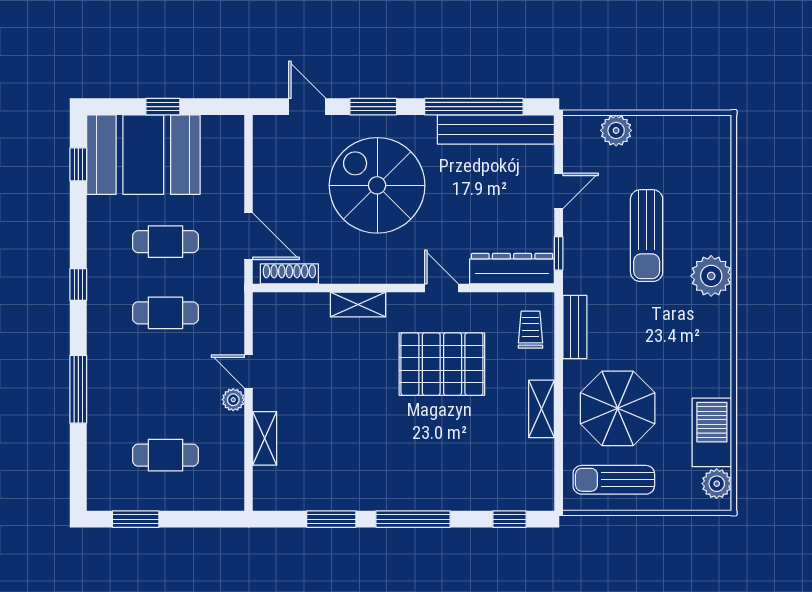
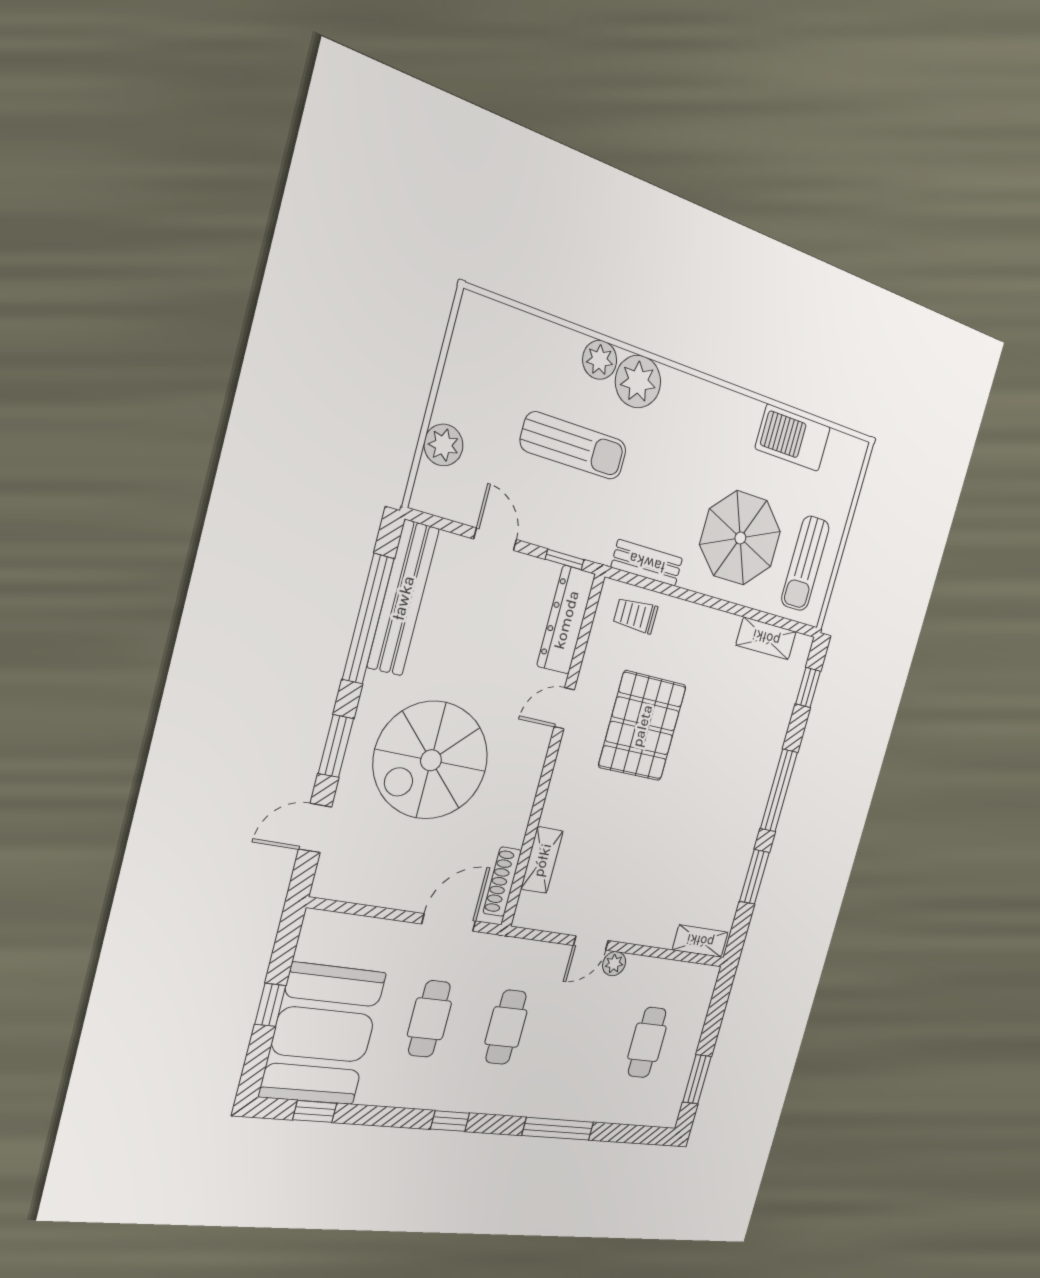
shelving: (358, 304) -> (542, 860), moved
shelving: (542, 409) -> (766, 638), moved
shelving: (265, 438) -> (700, 941), moved
plant: (717, 484) -> (600, 360), moved

